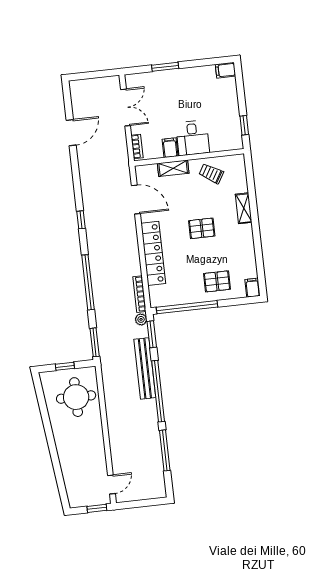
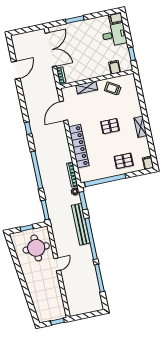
double door: (126, 107) -> (51, 50), width x1.37
desk: (193, 138) -> (114, 35), moved, turned -90
filing cabinet: (170, 148) -> (115, 67), moved
door: (136, 199) -> (64, 111), swing flipped
shelving: (244, 208) -> (140, 127), moved
door: (111, 484) -> (57, 264), moved

